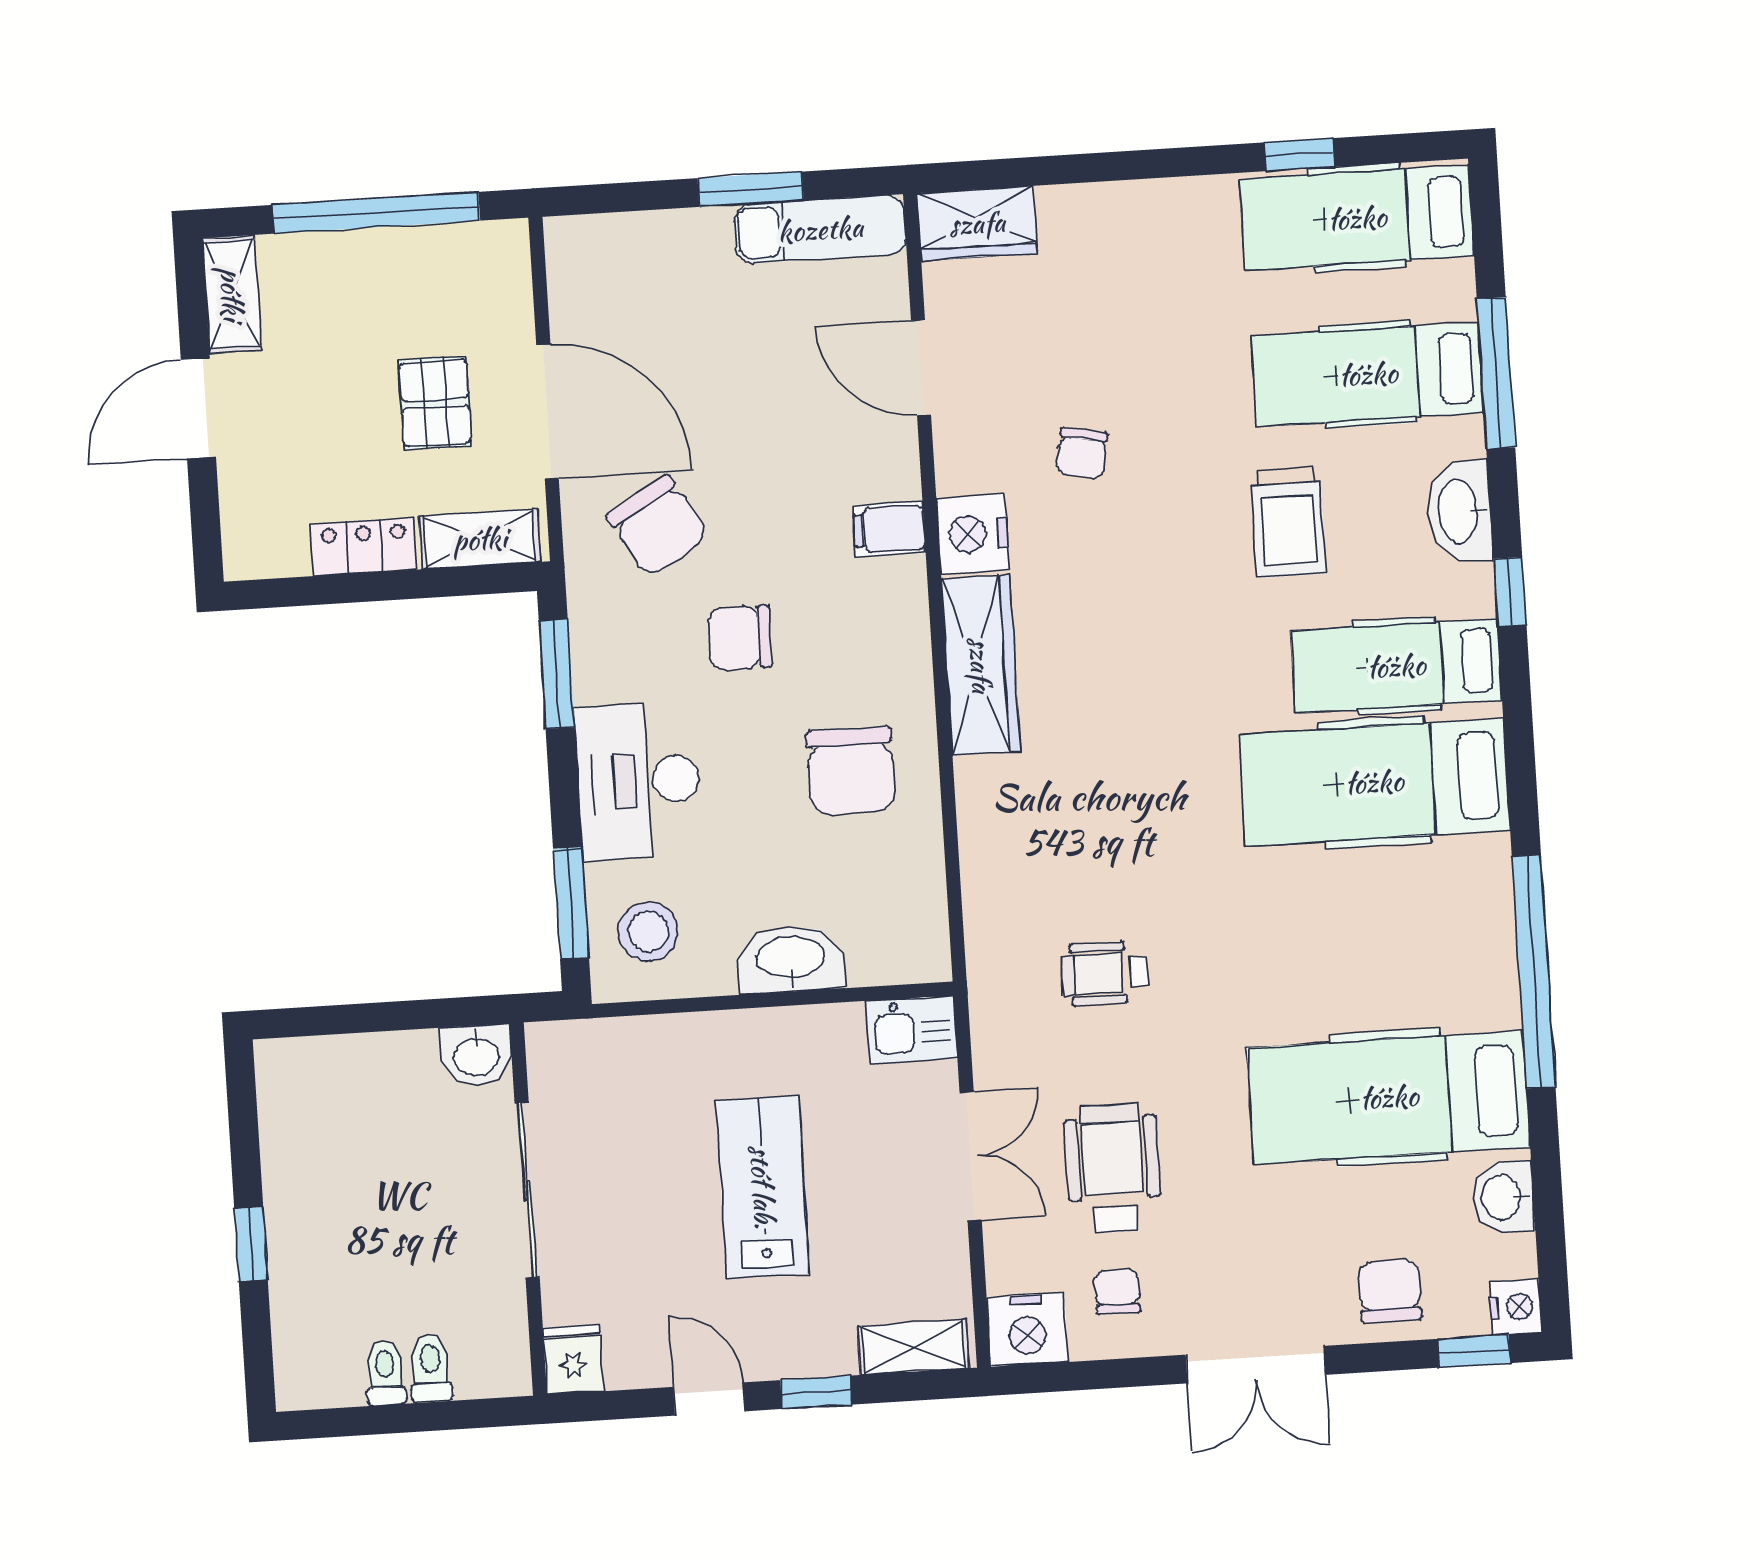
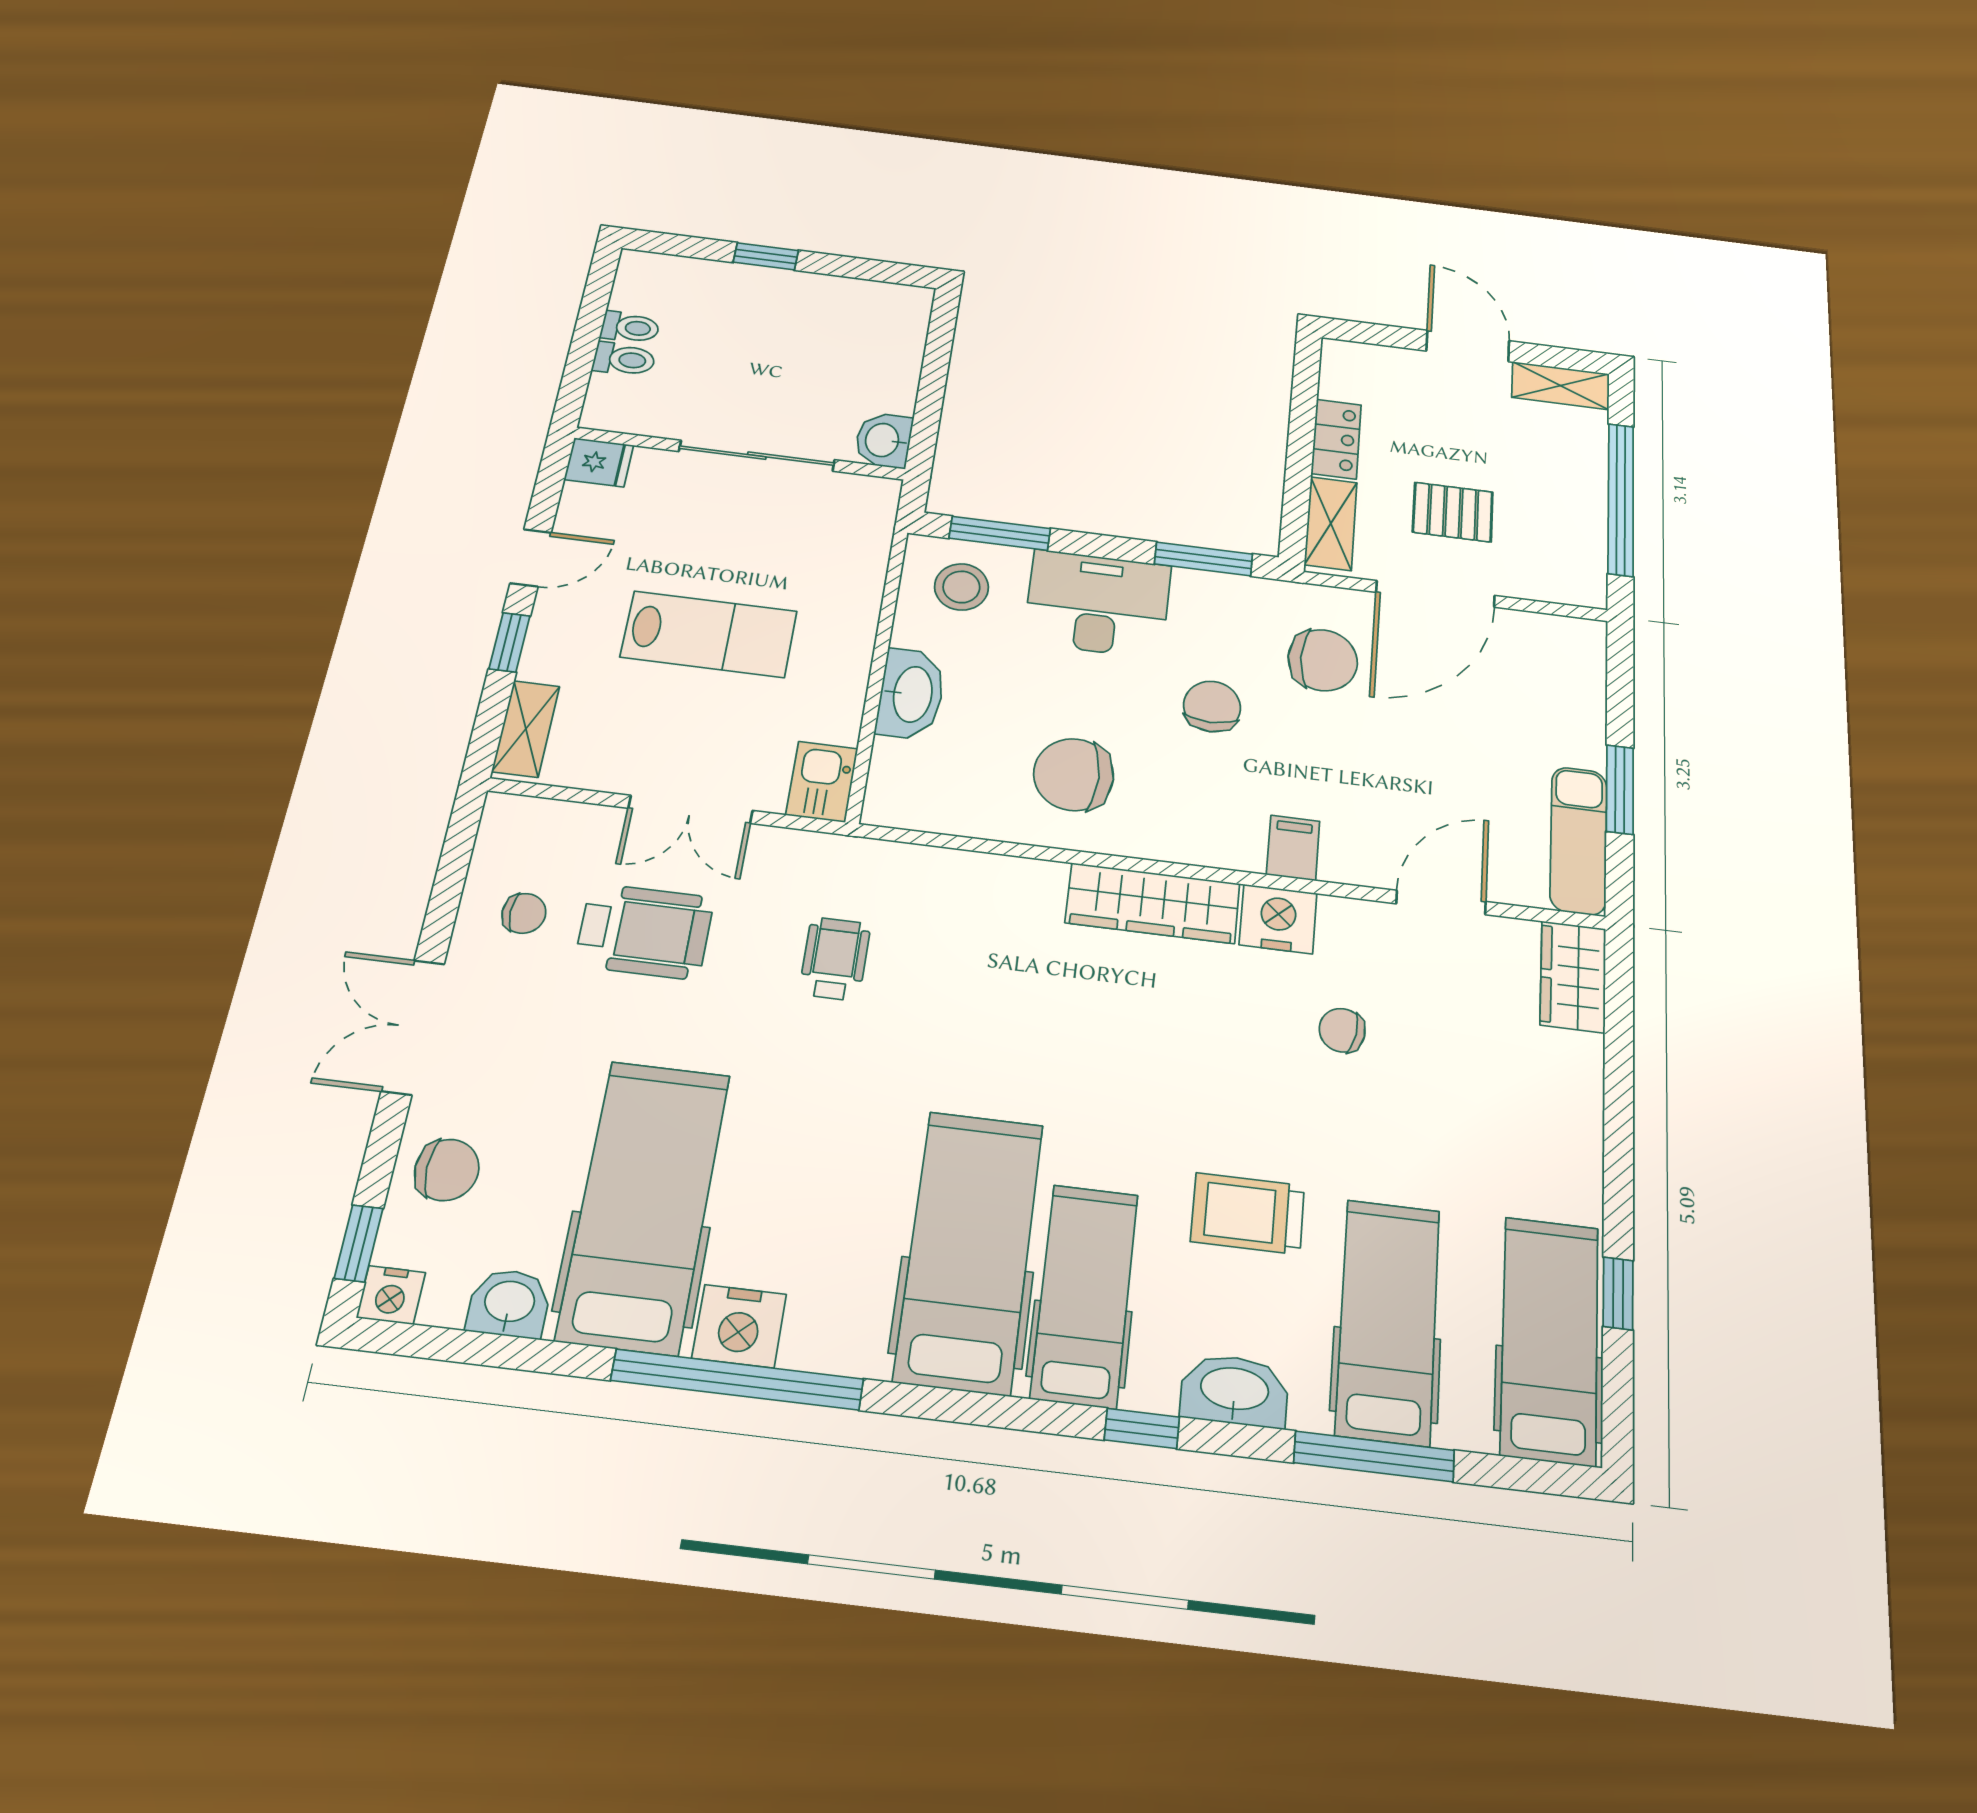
chair: (658, 526) -> (1323, 660), turned -149
nightstand: (1027, 1330) -> (739, 1326), moved, turned -90

